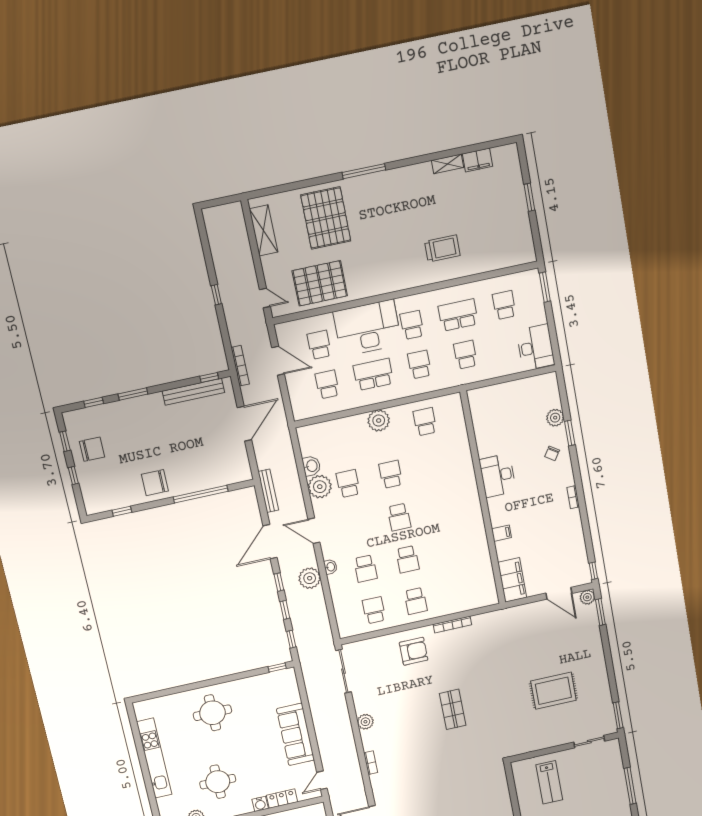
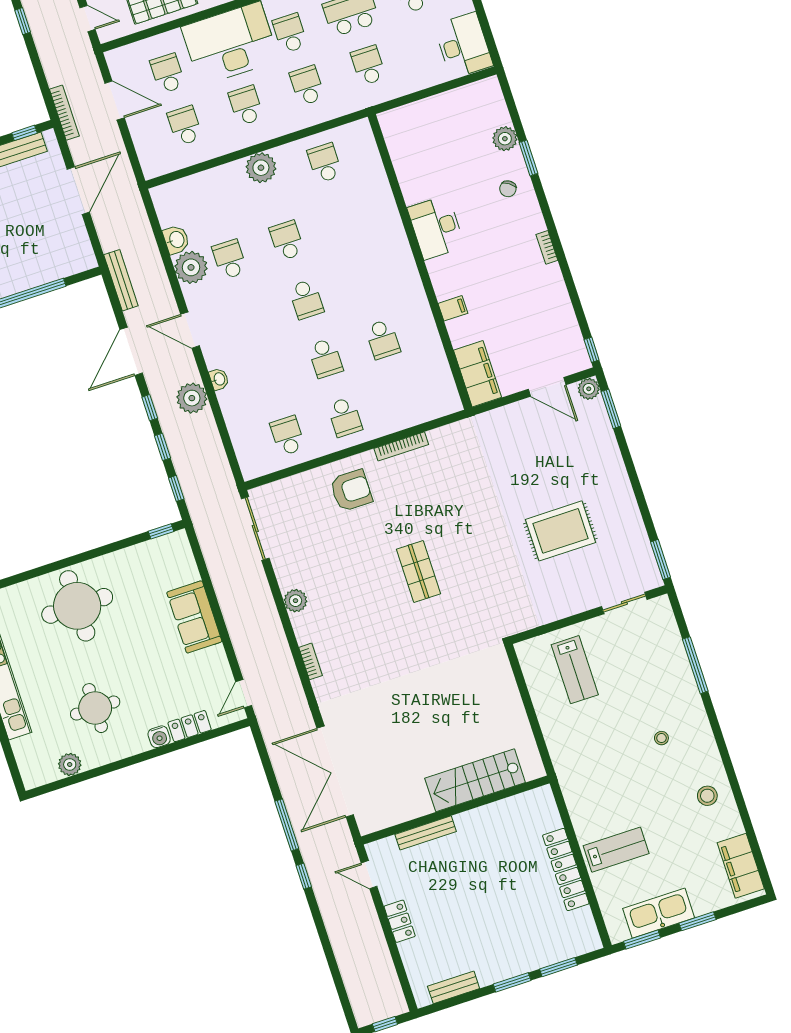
school desk: (373, 374) -> (246, 106), width x0.54
school desk: (365, 569) -> (383, 339), moved
round table: (212, 713) -> (77, 606), width x1.36, depth x1.36
sofa: (296, 734) -> (194, 617), width x0.73

